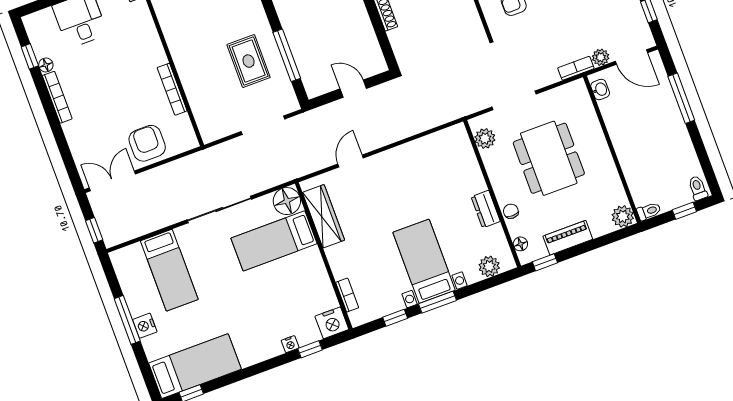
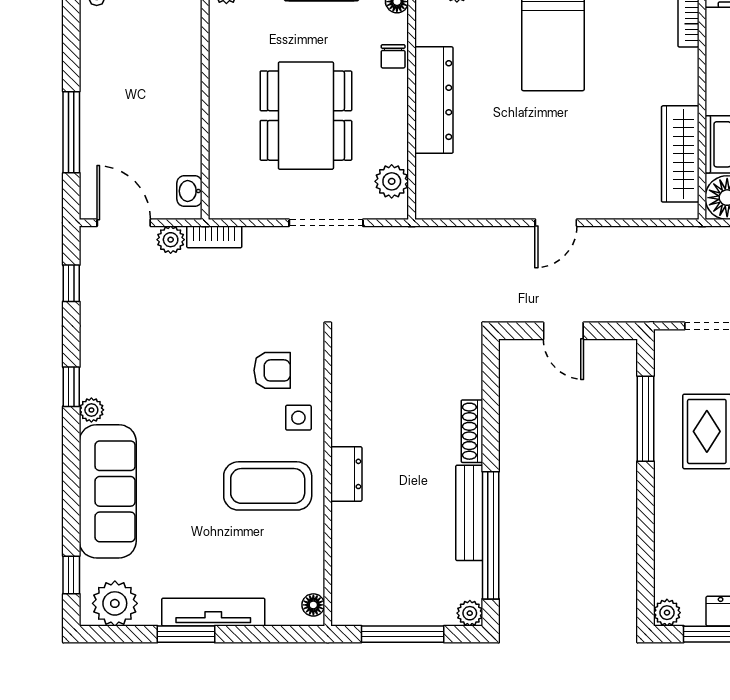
door: (351, 161) -> (556, 223), moved
dresser: (486, 209) -> (434, 100), width x1.96, depth x1.24

